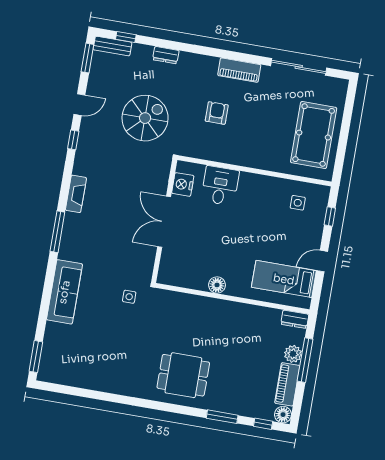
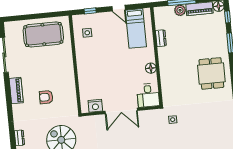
desk: (220, 186) -> (148, 95), moved, turned -90
dresser: (295, 319) -> (161, 38), moved

